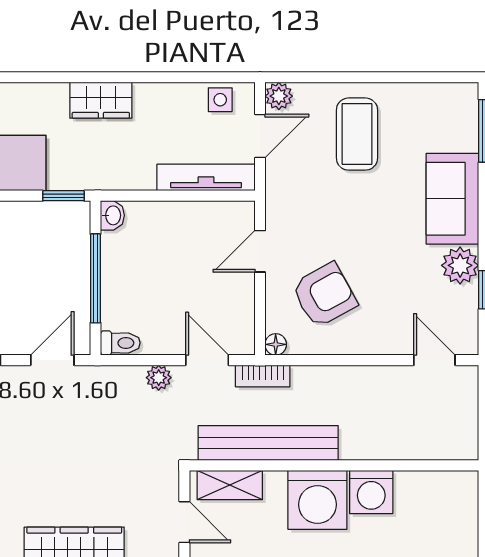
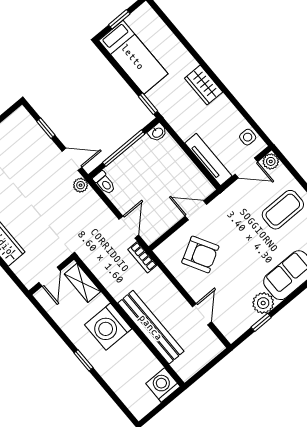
floor lamp: (276, 344) -> (161, 251), removed
door: (434, 360) -> (202, 314), moved
plant: (159, 378) -> (81, 185), moved
bench: (268, 443) -> (151, 327), moved
washing machine: (371, 492) -> (163, 385), moved, turned 90

